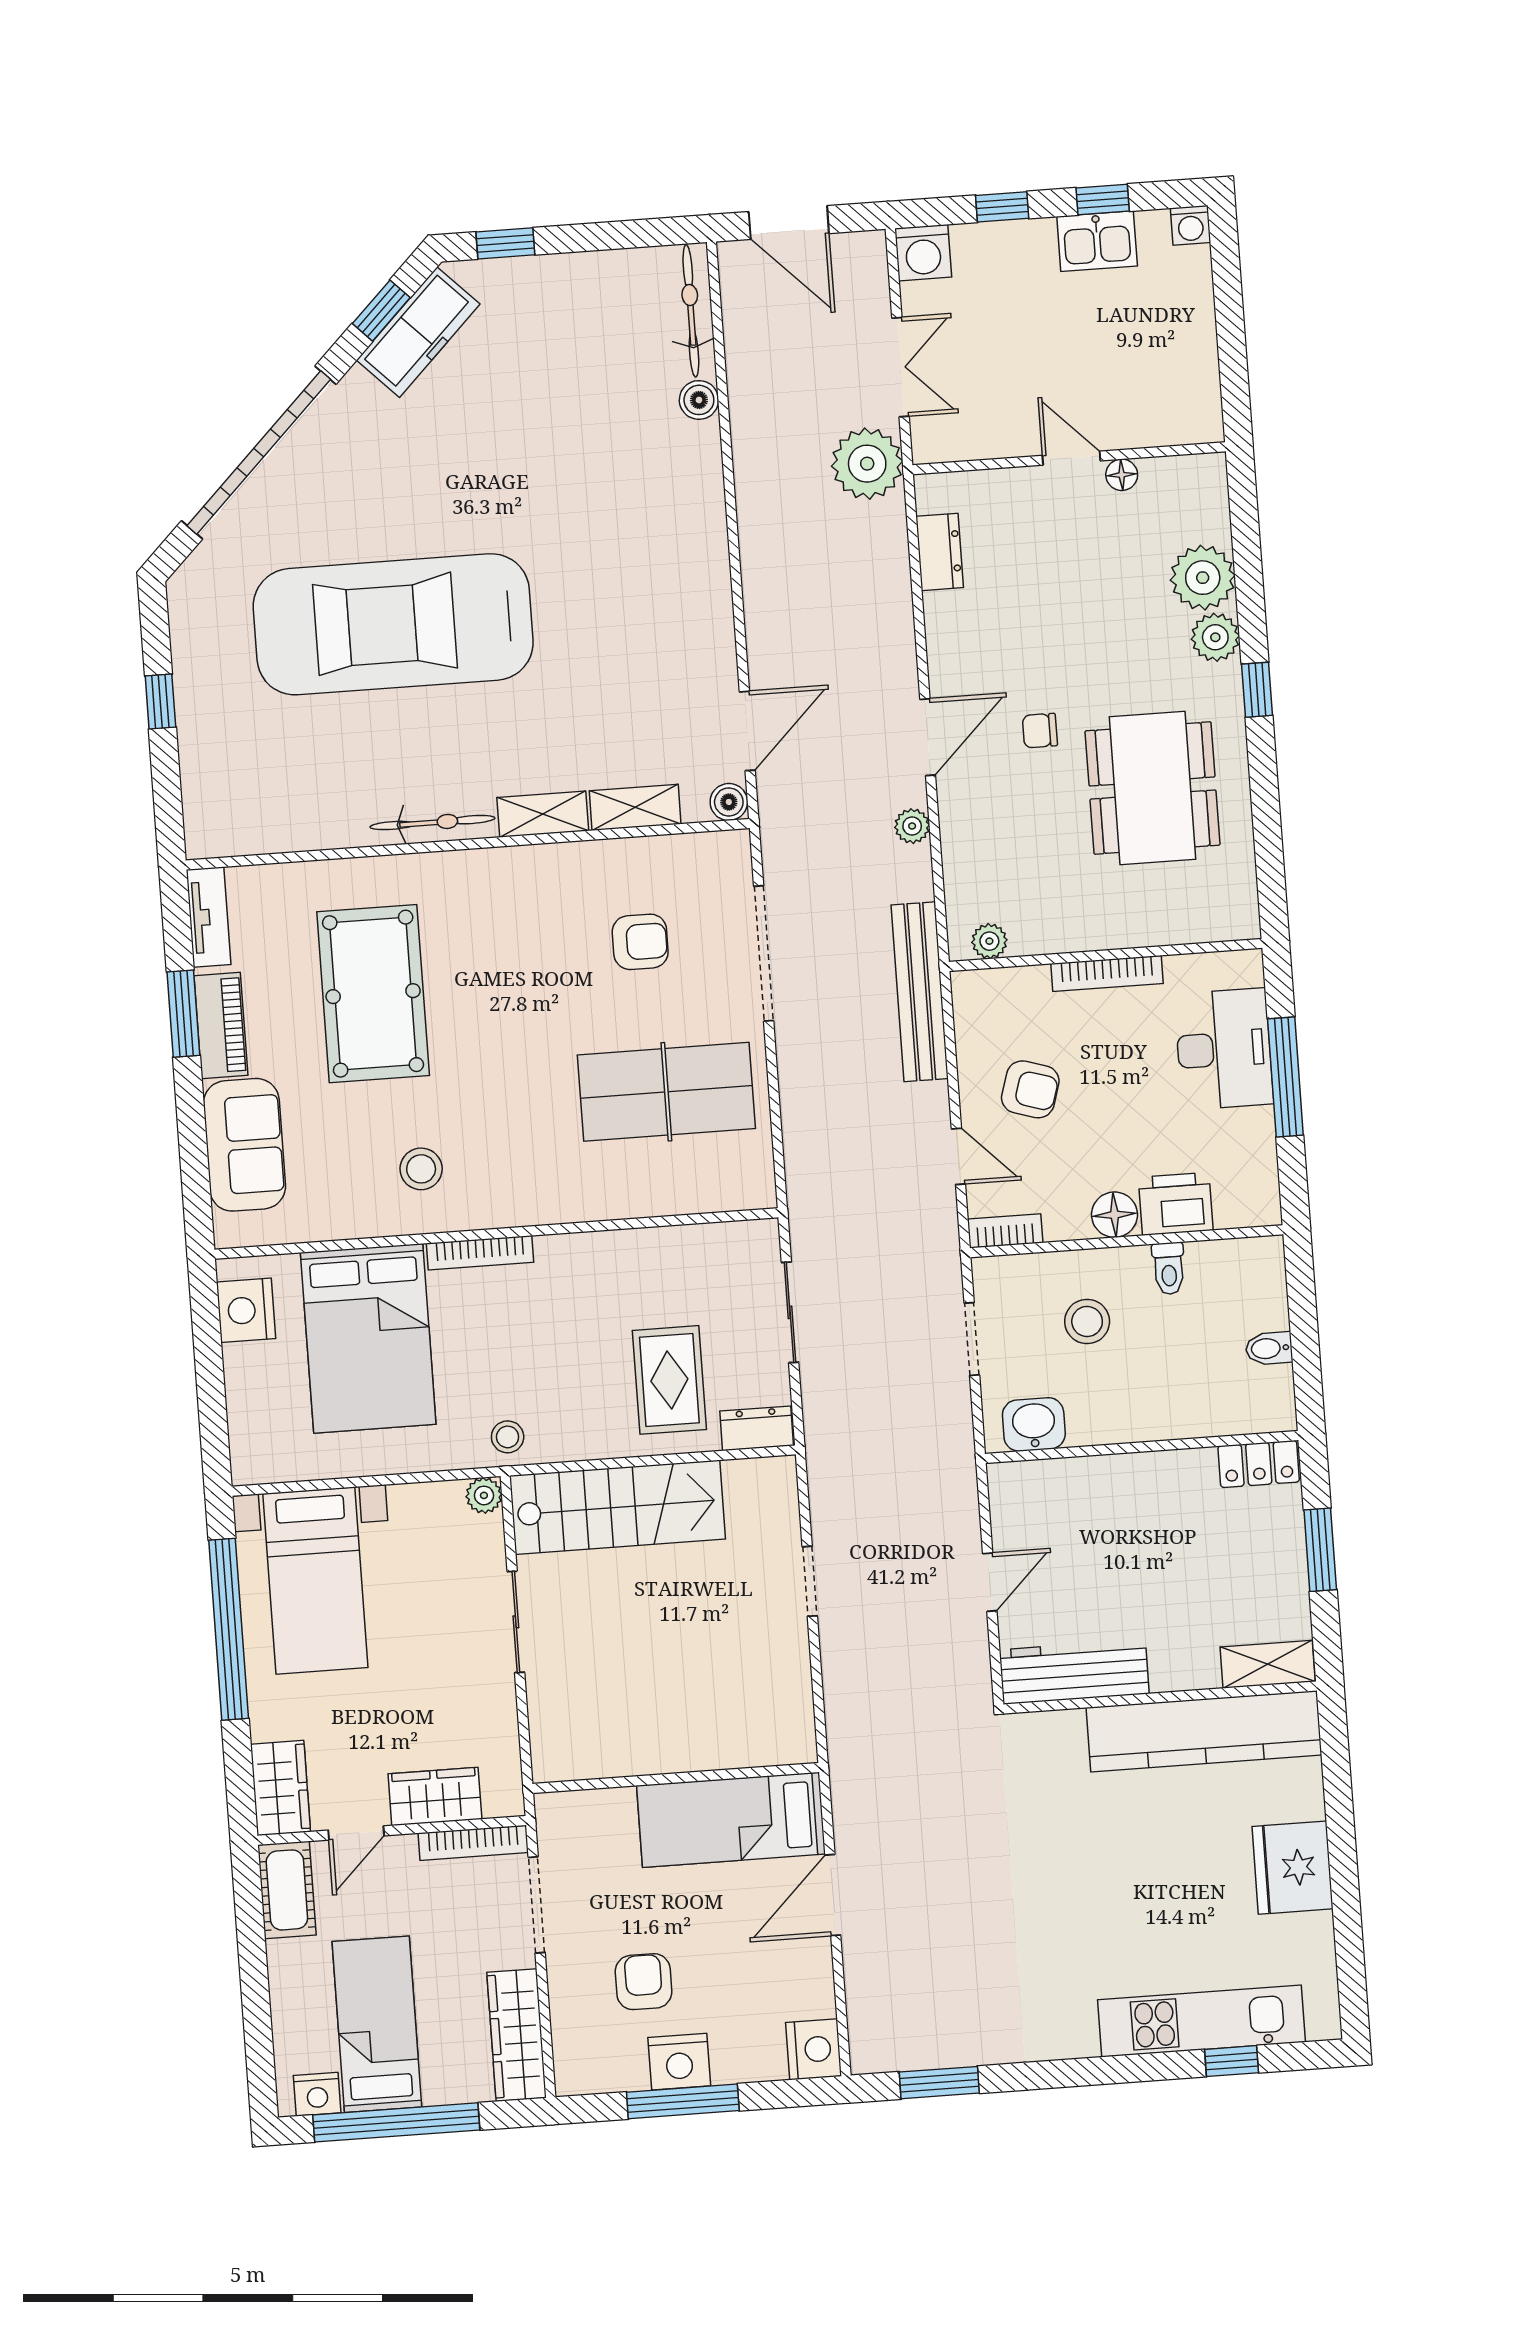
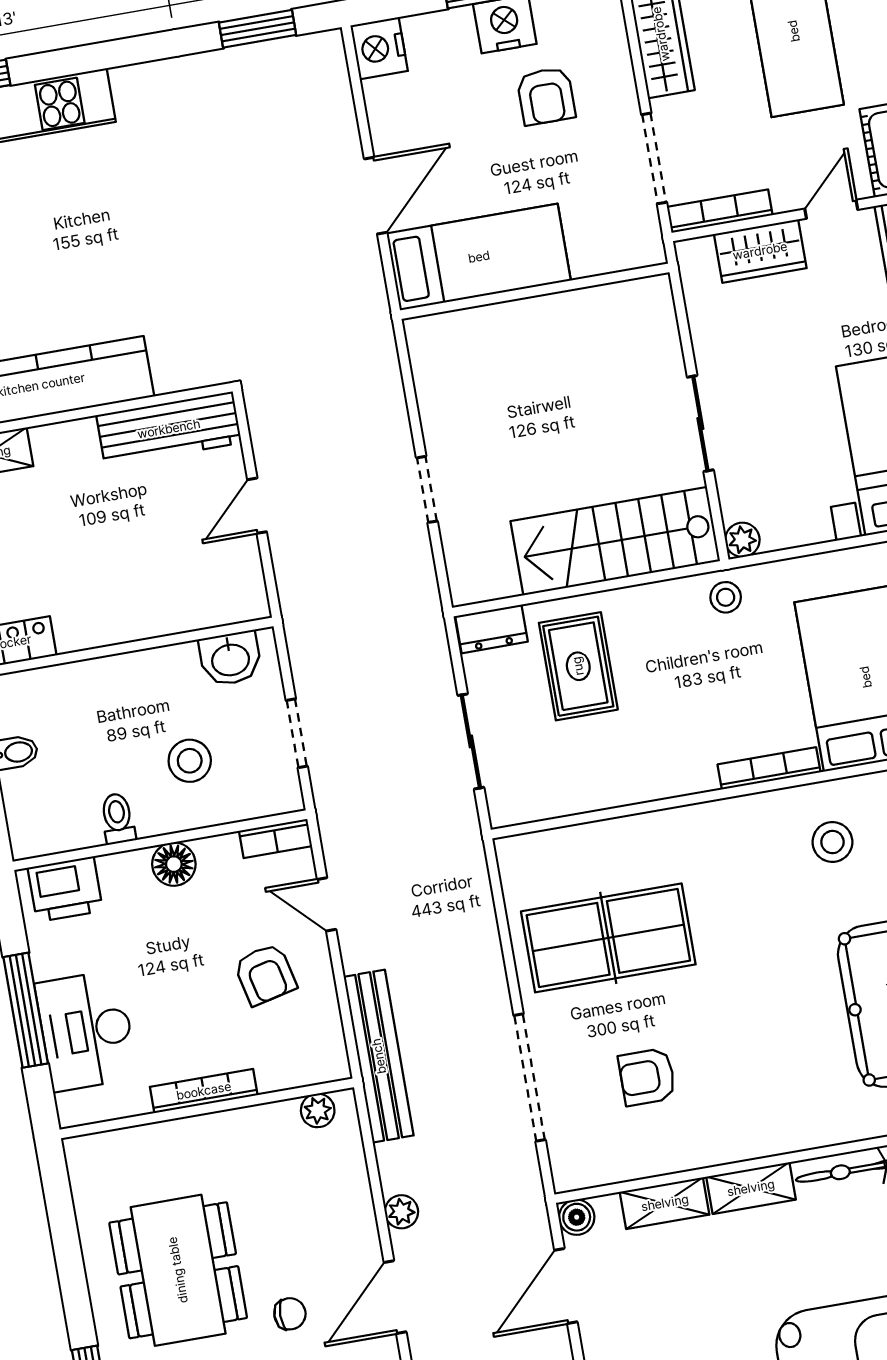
armchair: (1030, 1089) -> (265, 974), turned -120
printer: (1176, 1204) -> (65, 889), moved

